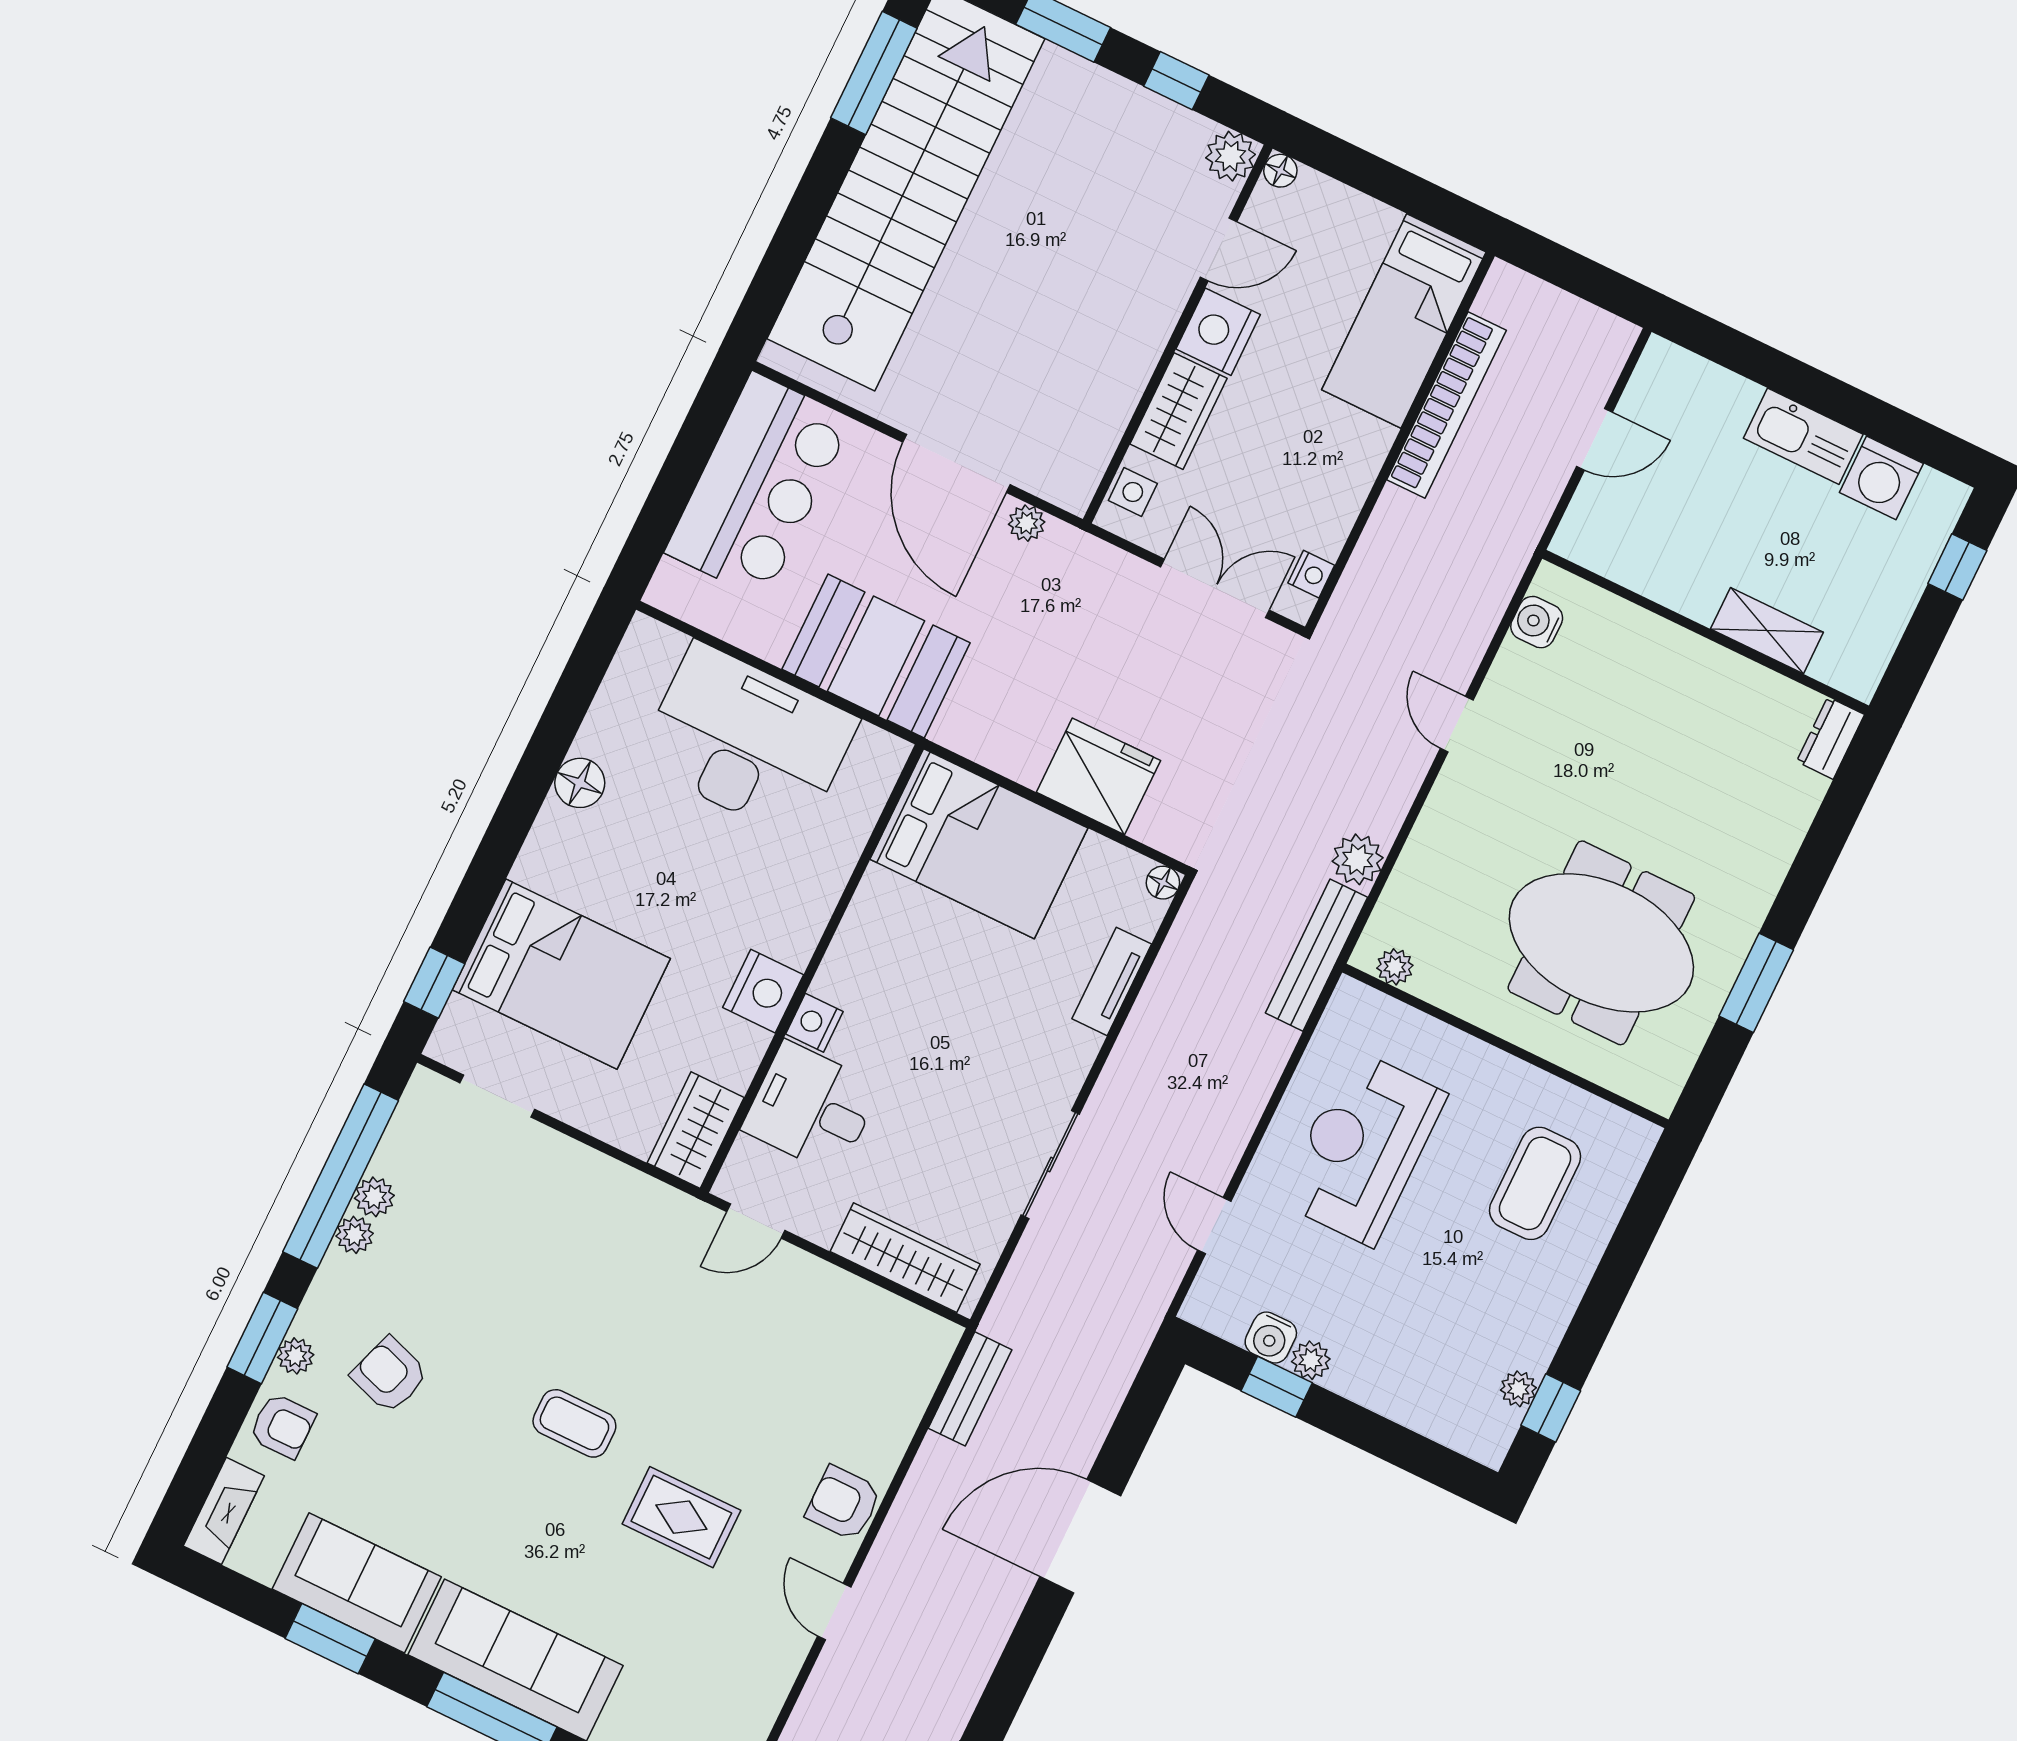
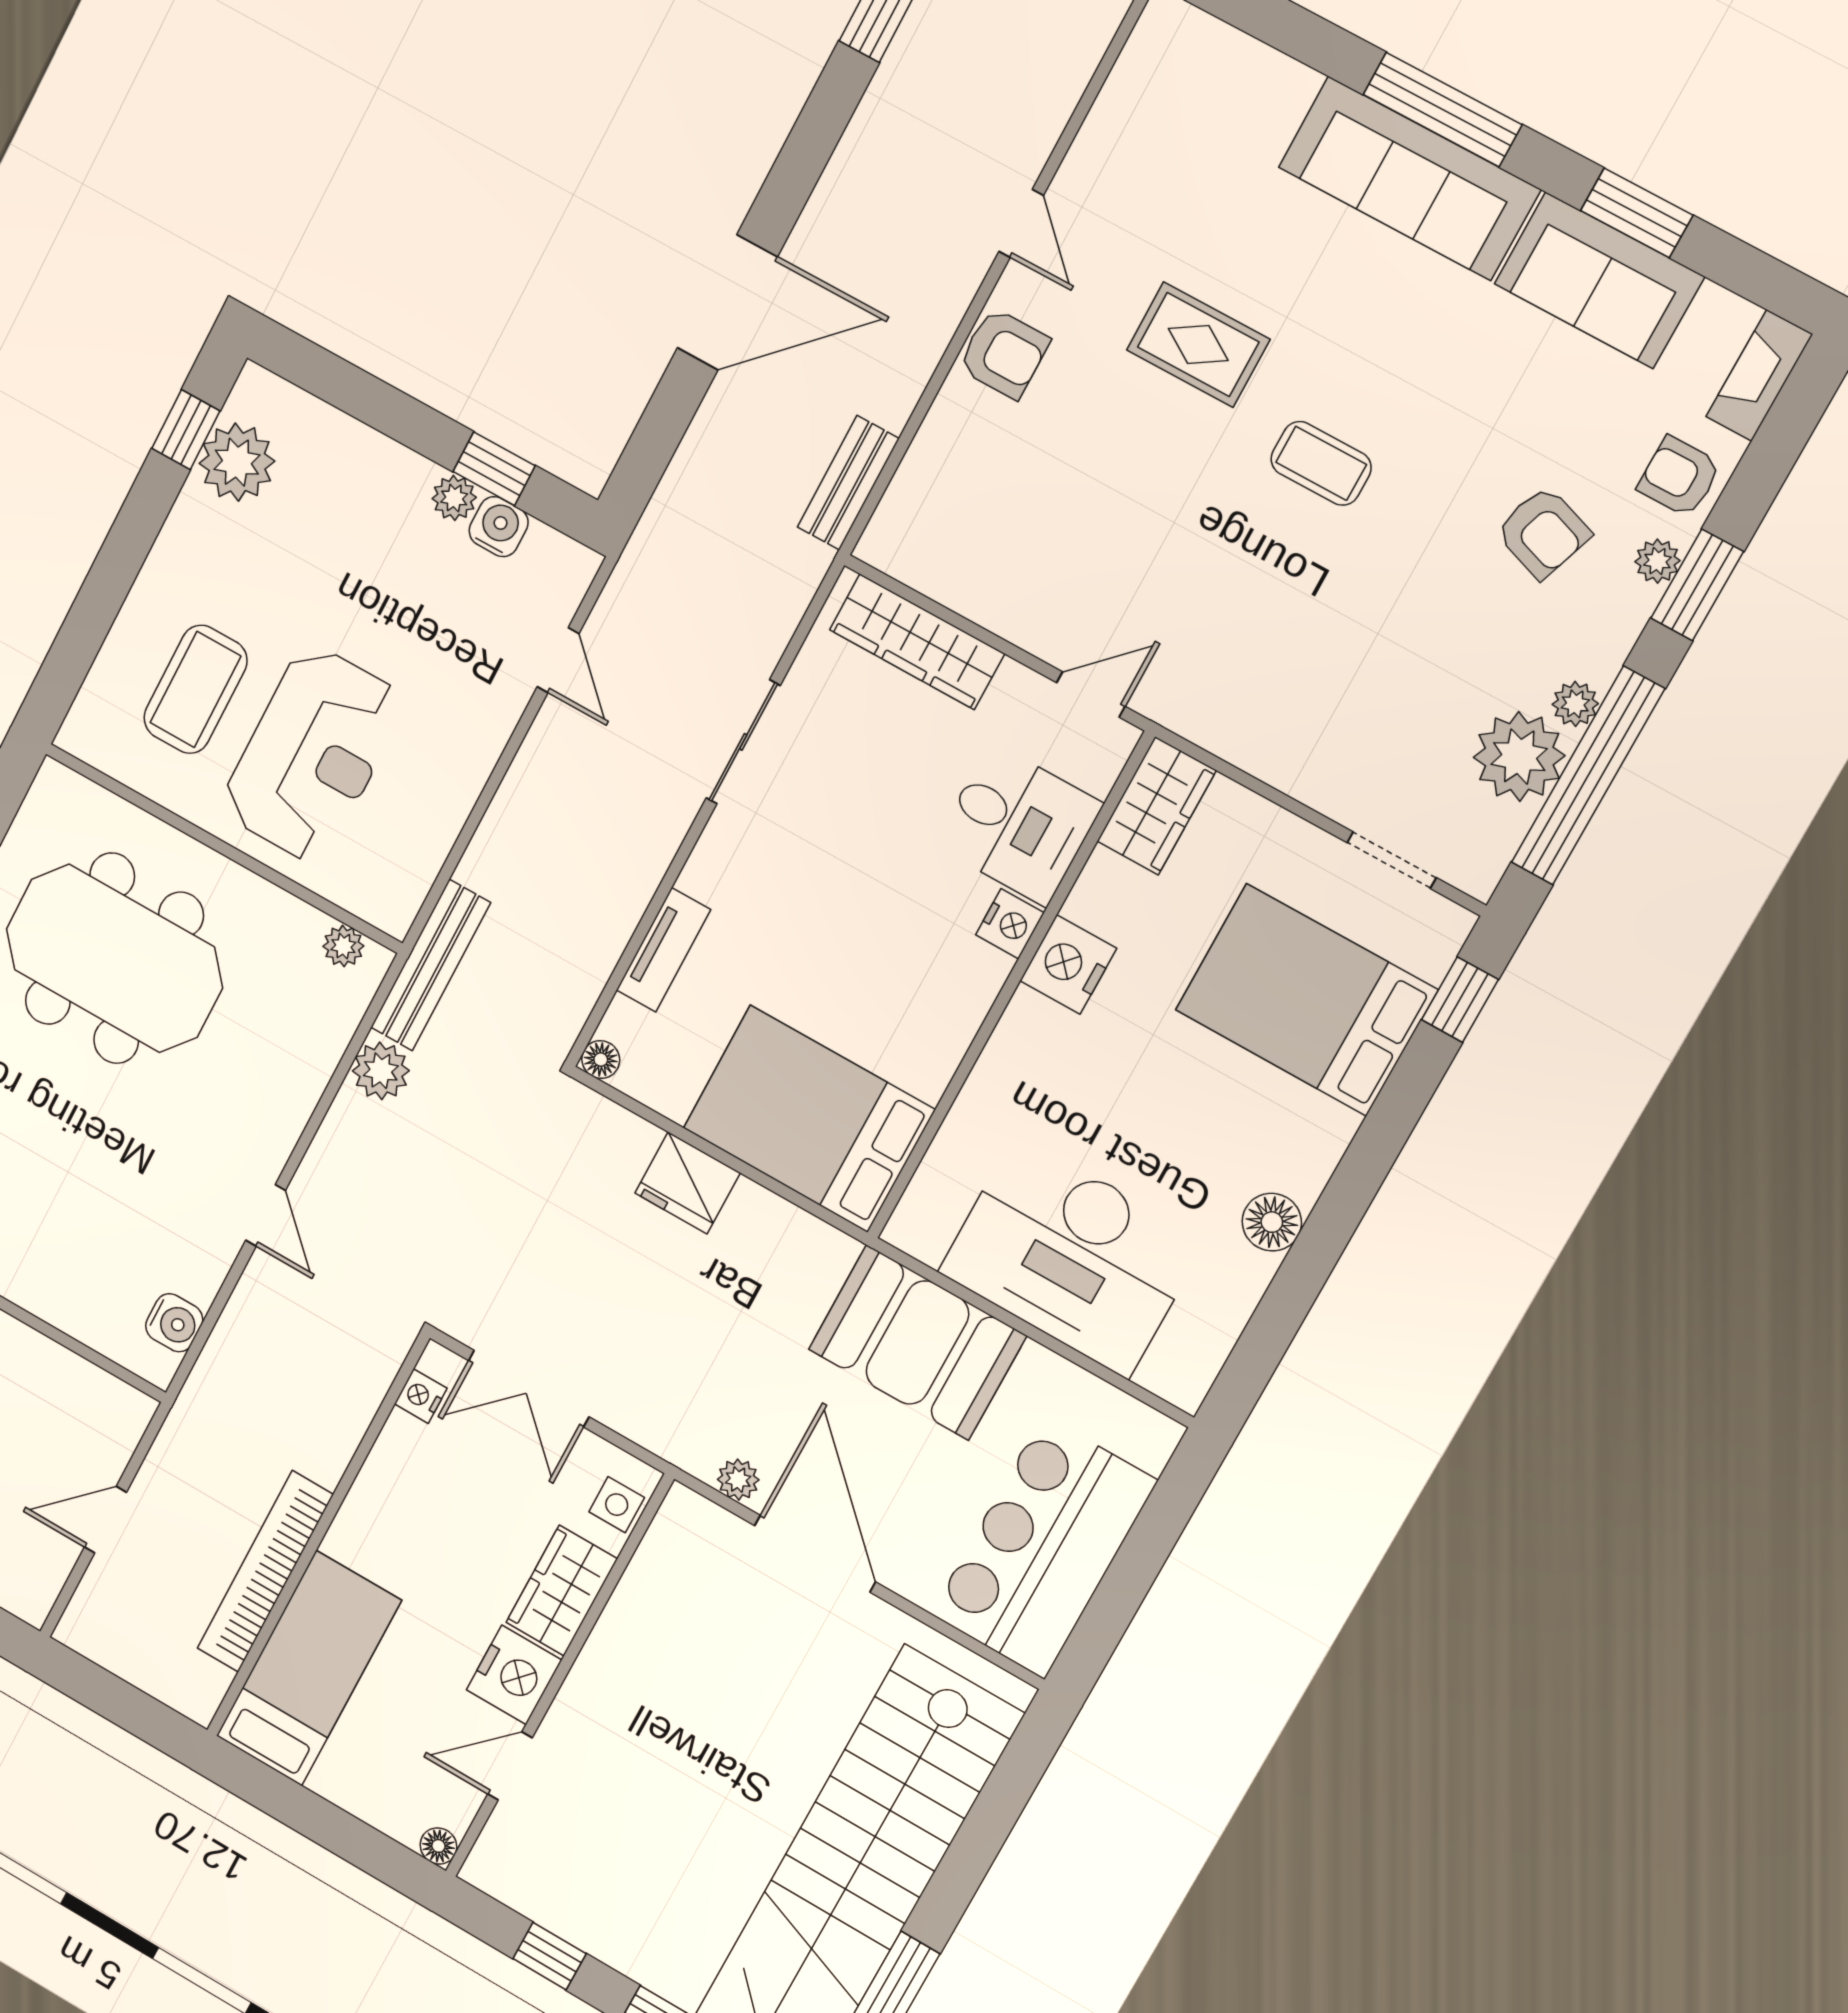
plant: (1231, 156) -> (493, 1867), removed
fridge: (1098, 776) -> (688, 1183), width x0.73, depth x0.75
reception desk: (1363, 1148) -> (313, 754), moved
plant: (374, 1197) -> (1519, 757), width x1.87, depth x1.87
plant: (1518, 1389) -> (237, 462), width x1.87, depth x1.87

